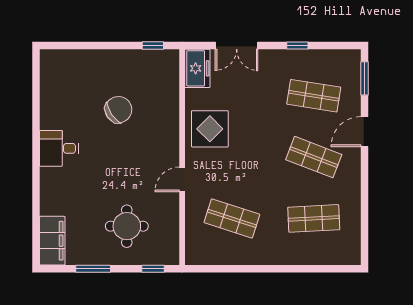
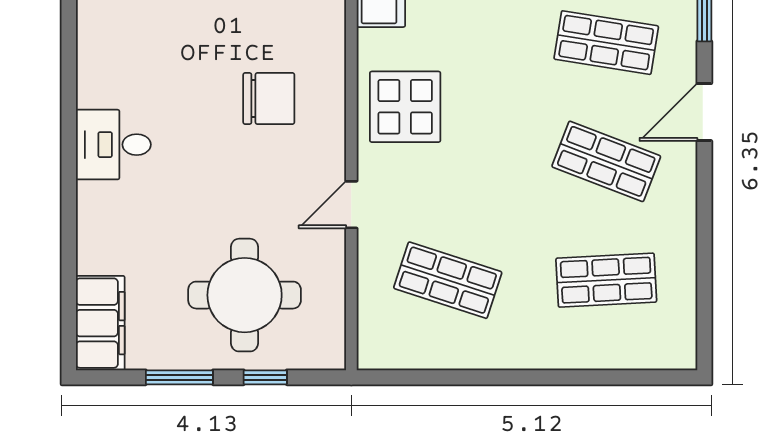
chair: (118, 110) -> (269, 99), moved, turned 34
round table: (127, 226) -> (245, 295), width x1.36, depth x1.36
window: (153, 269) -> (265, 377), moved

